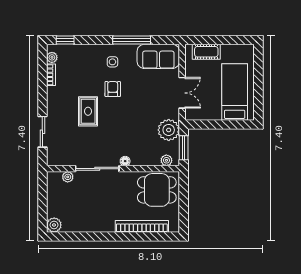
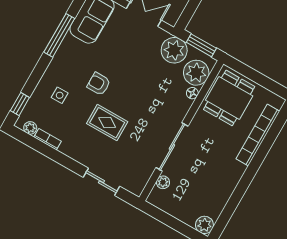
side table: (112, 62) -> (60, 95), moved
plant: (166, 160) -> (196, 73), width x1.87, depth x1.87
floor lamp: (125, 161) -> (192, 93), moved

